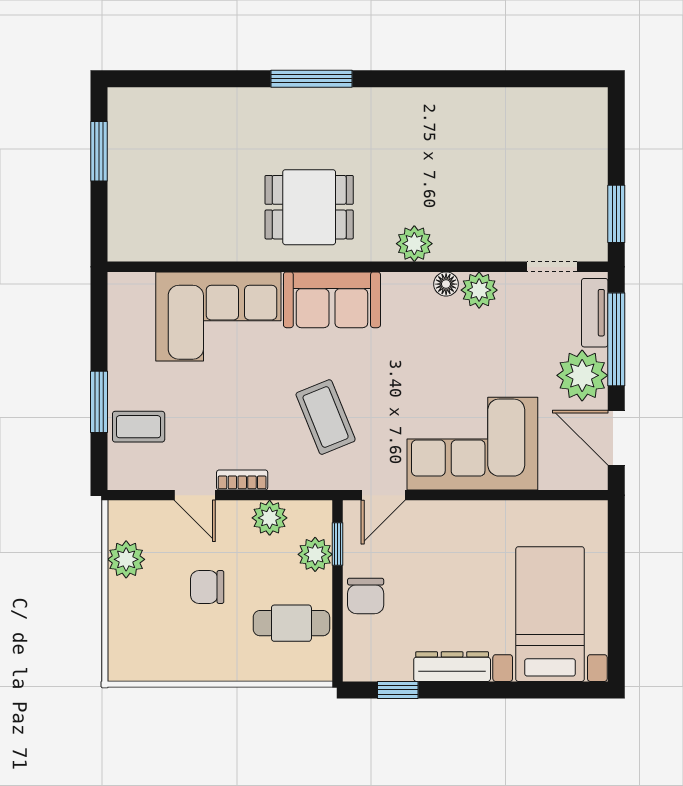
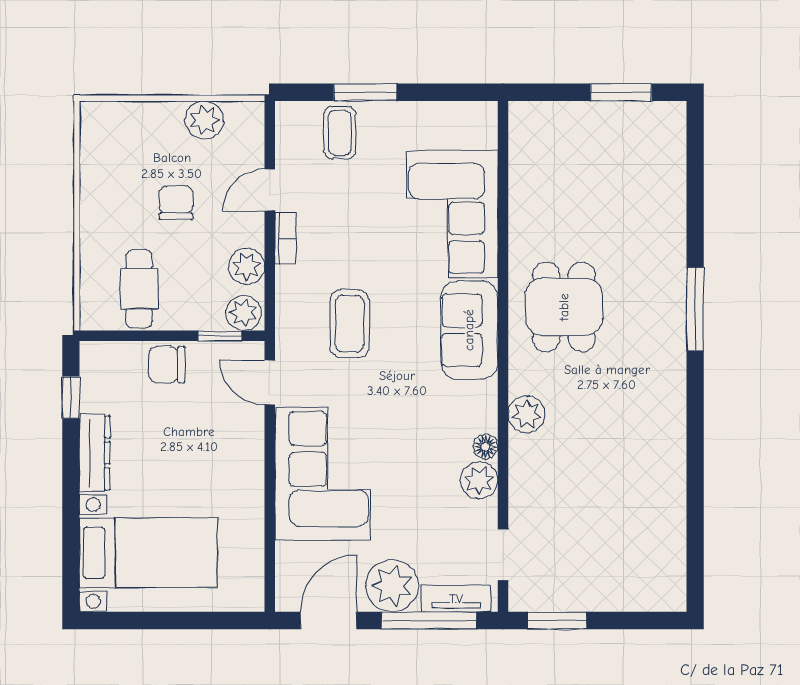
coffee table: (326, 417) -> (350, 324), turned -68
plant: (315, 554) -> (244, 313), moved

